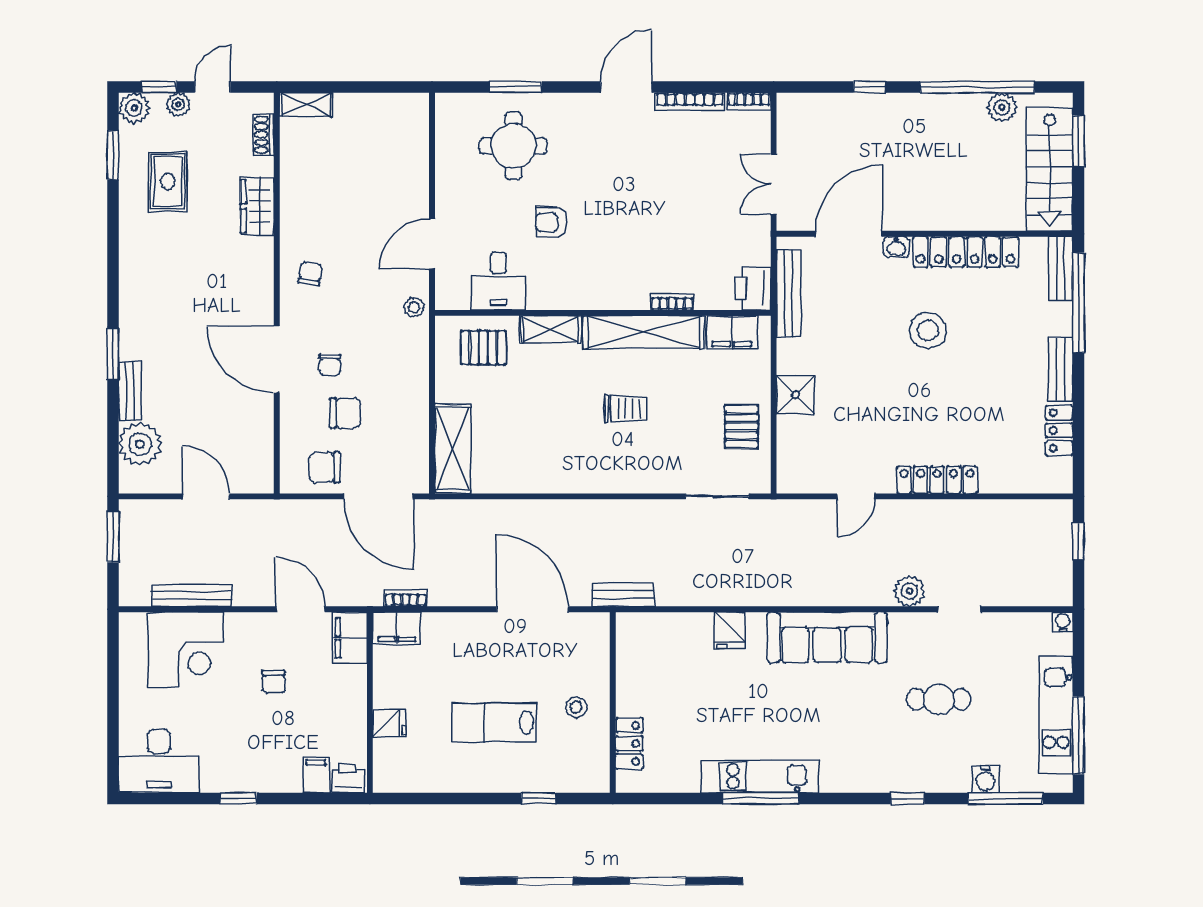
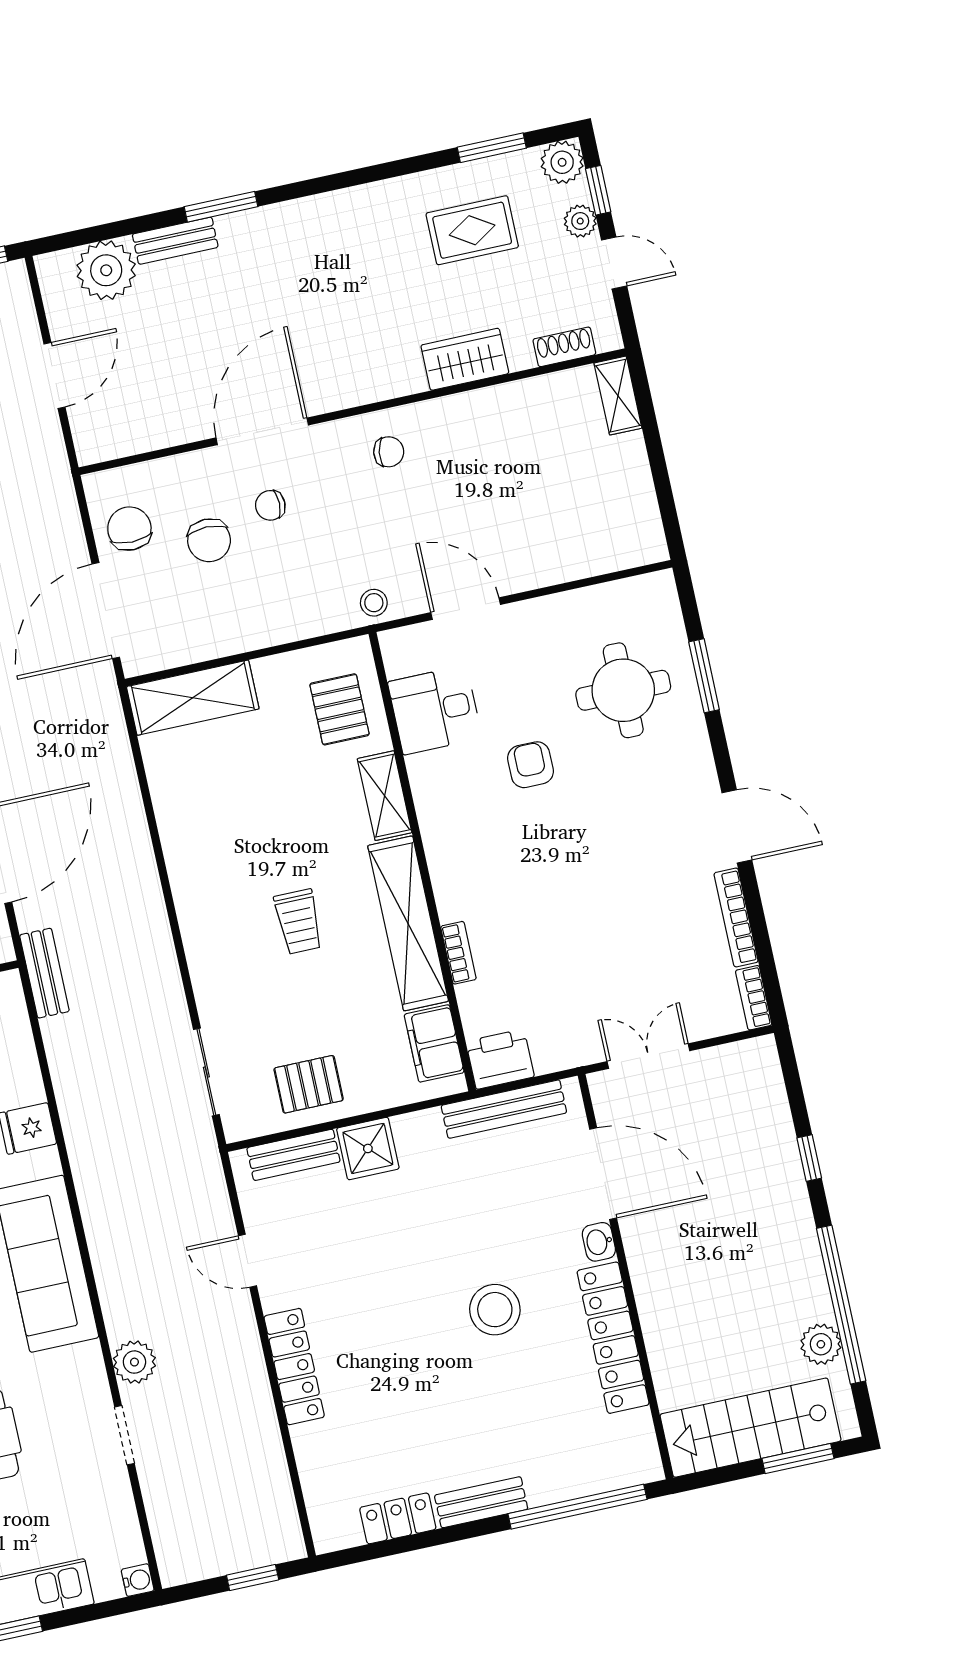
bench: (1061, 268) -> (293, 1155), moved

